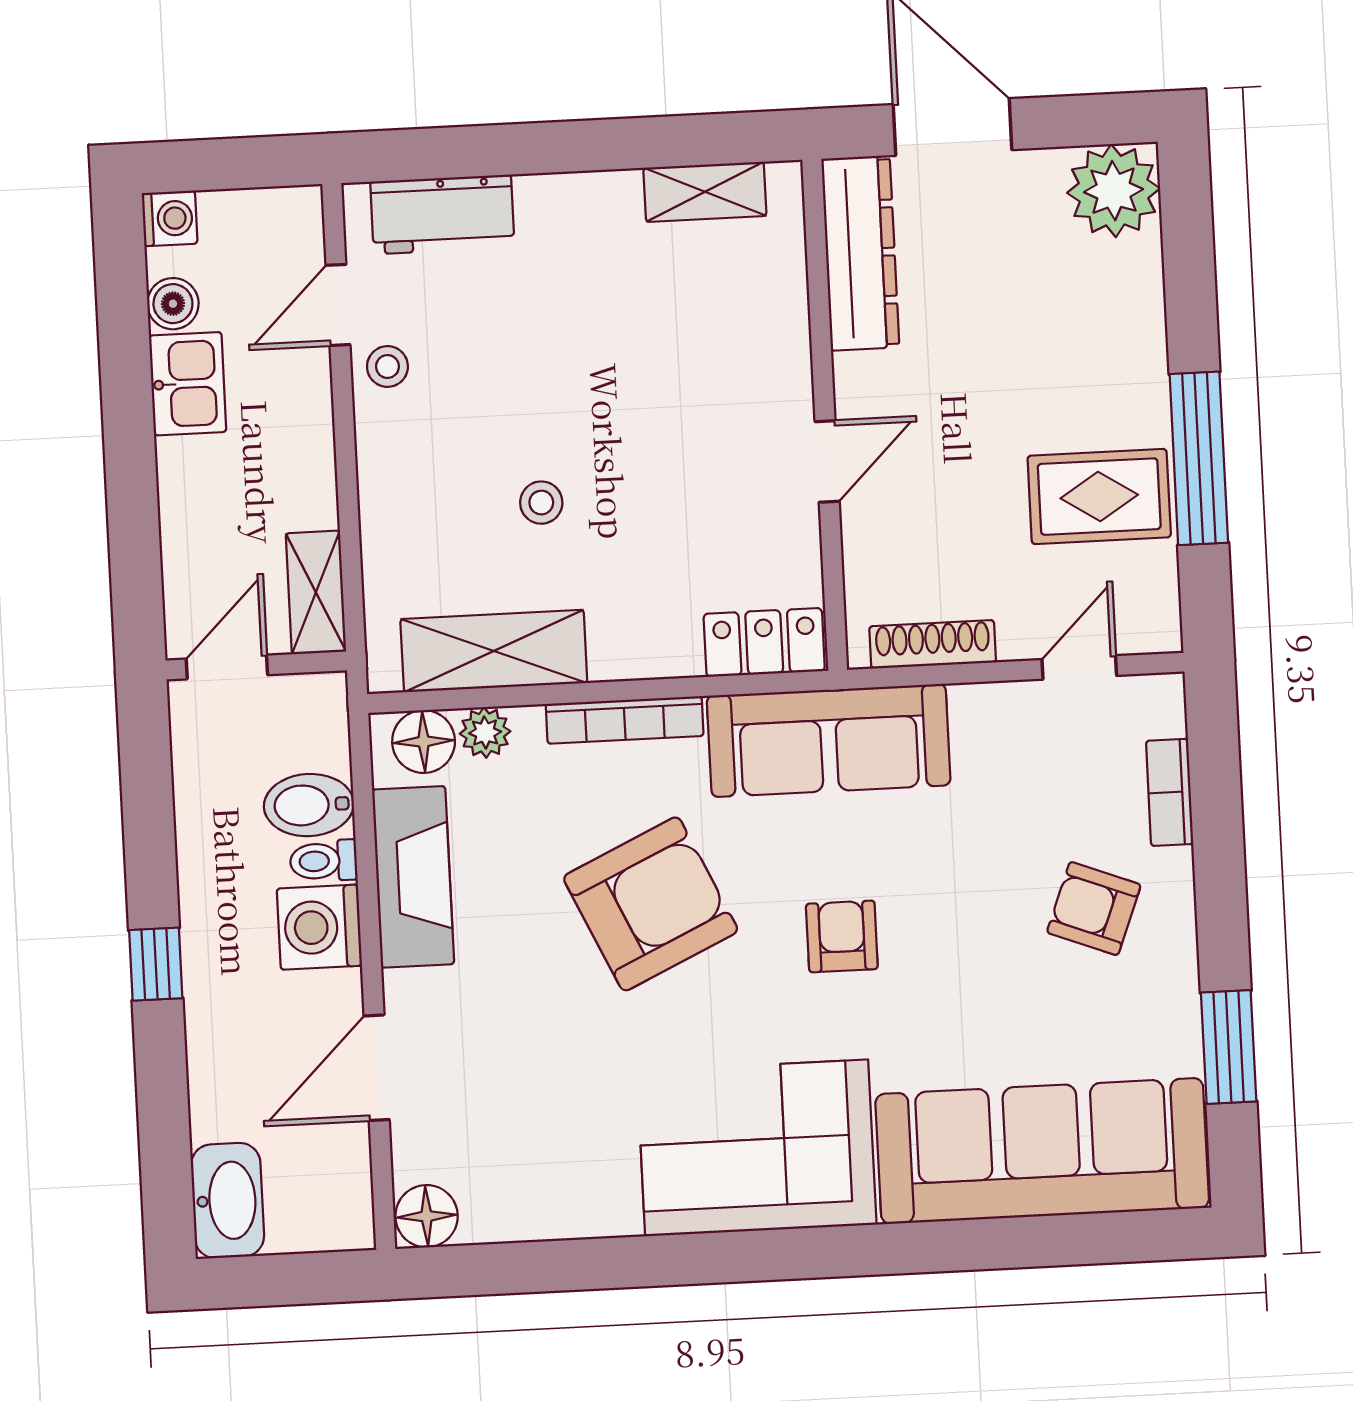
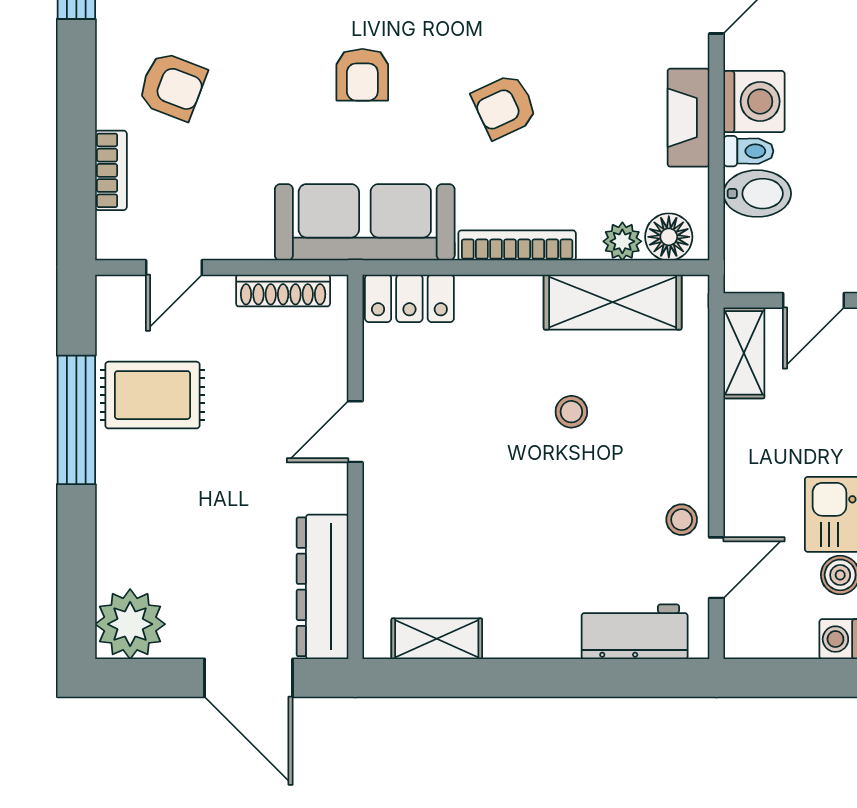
fireplace: (413, 877) -> (688, 118), width x0.73, depth x0.76
armchair: (651, 904) -> (505, 106), width x0.53, depth x0.53

